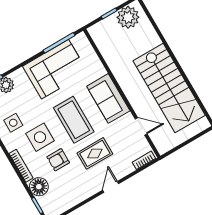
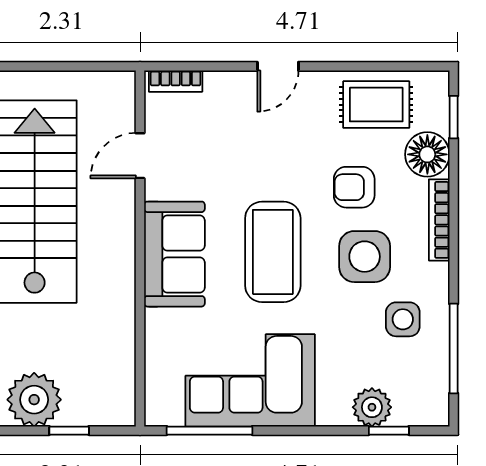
door: (141, 126) -> (140, 156), hinge flipped
rug: (95, 153) -> (376, 105), moved
armchair: (58, 160) -> (354, 187), turned 180

